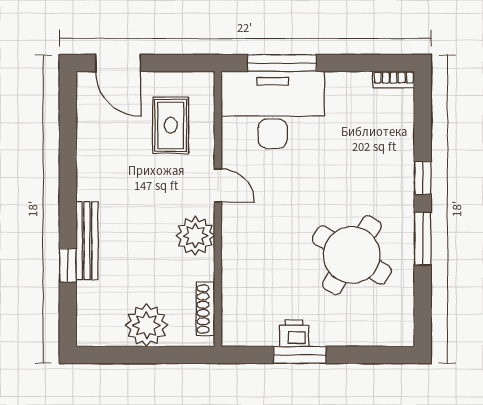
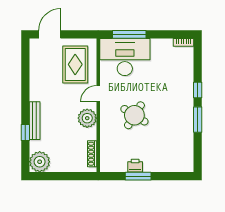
door: (118, 63) -> (50, 34), swing flipped
rug: (171, 125) -> (75, 64), width x1.36, depth x1.43
door: (218, 185) -> (98, 94), swing flipped
round table: (352, 255) -> (134, 115), moved, width x0.73, depth x0.73
plant: (146, 325) -> (40, 162), moved

